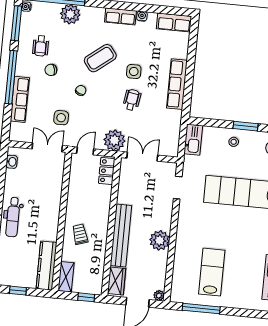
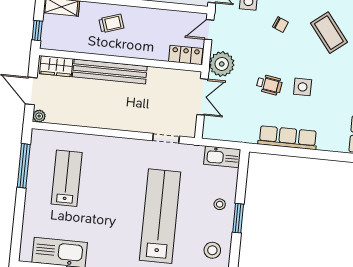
coffee table: (100, 58) -> (329, 33), moved
door: (85, 151) -> (209, 30), swing flipped
plant: (160, 240) -> (104, 117), removed
lab bench: (212, 272) -> (67, 178), turned -90

